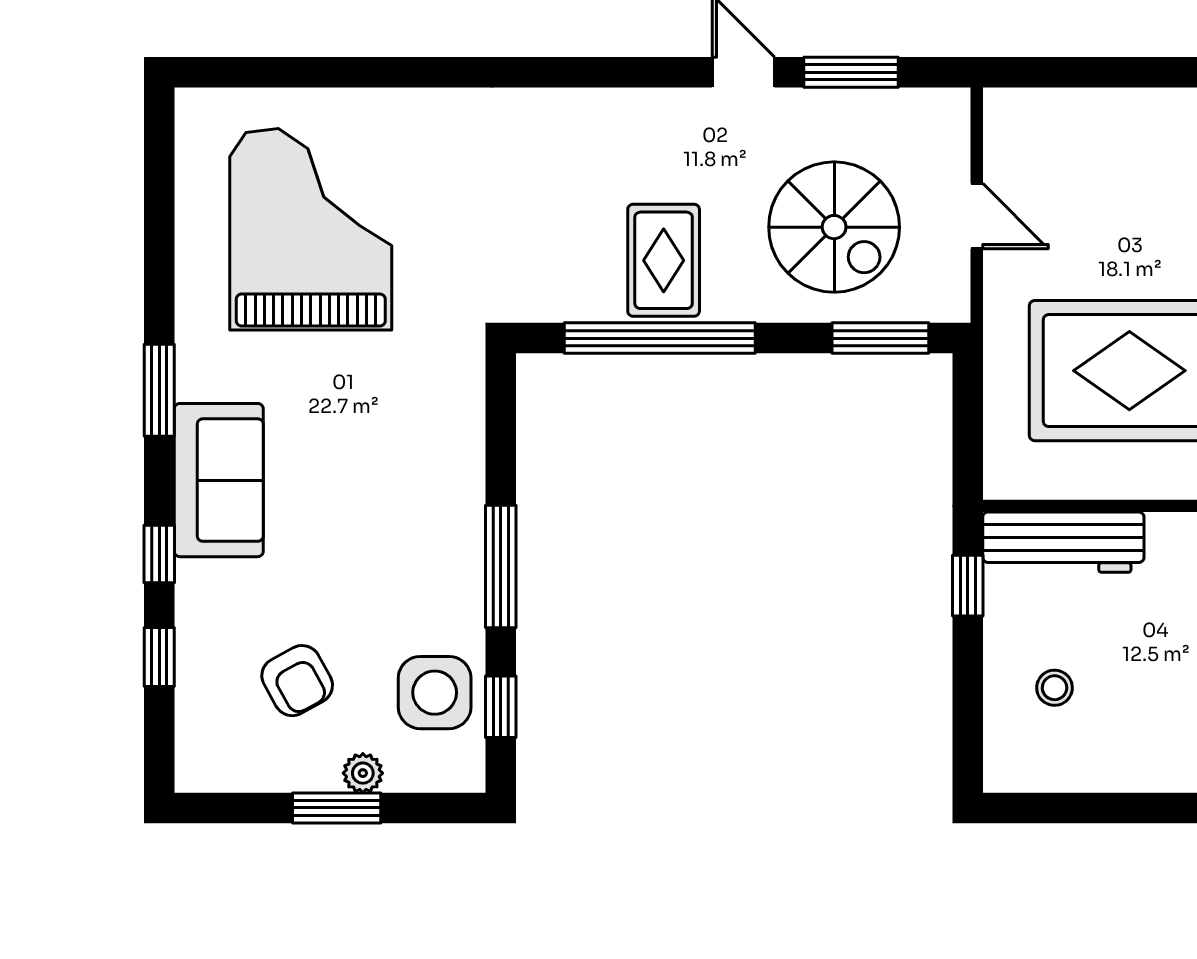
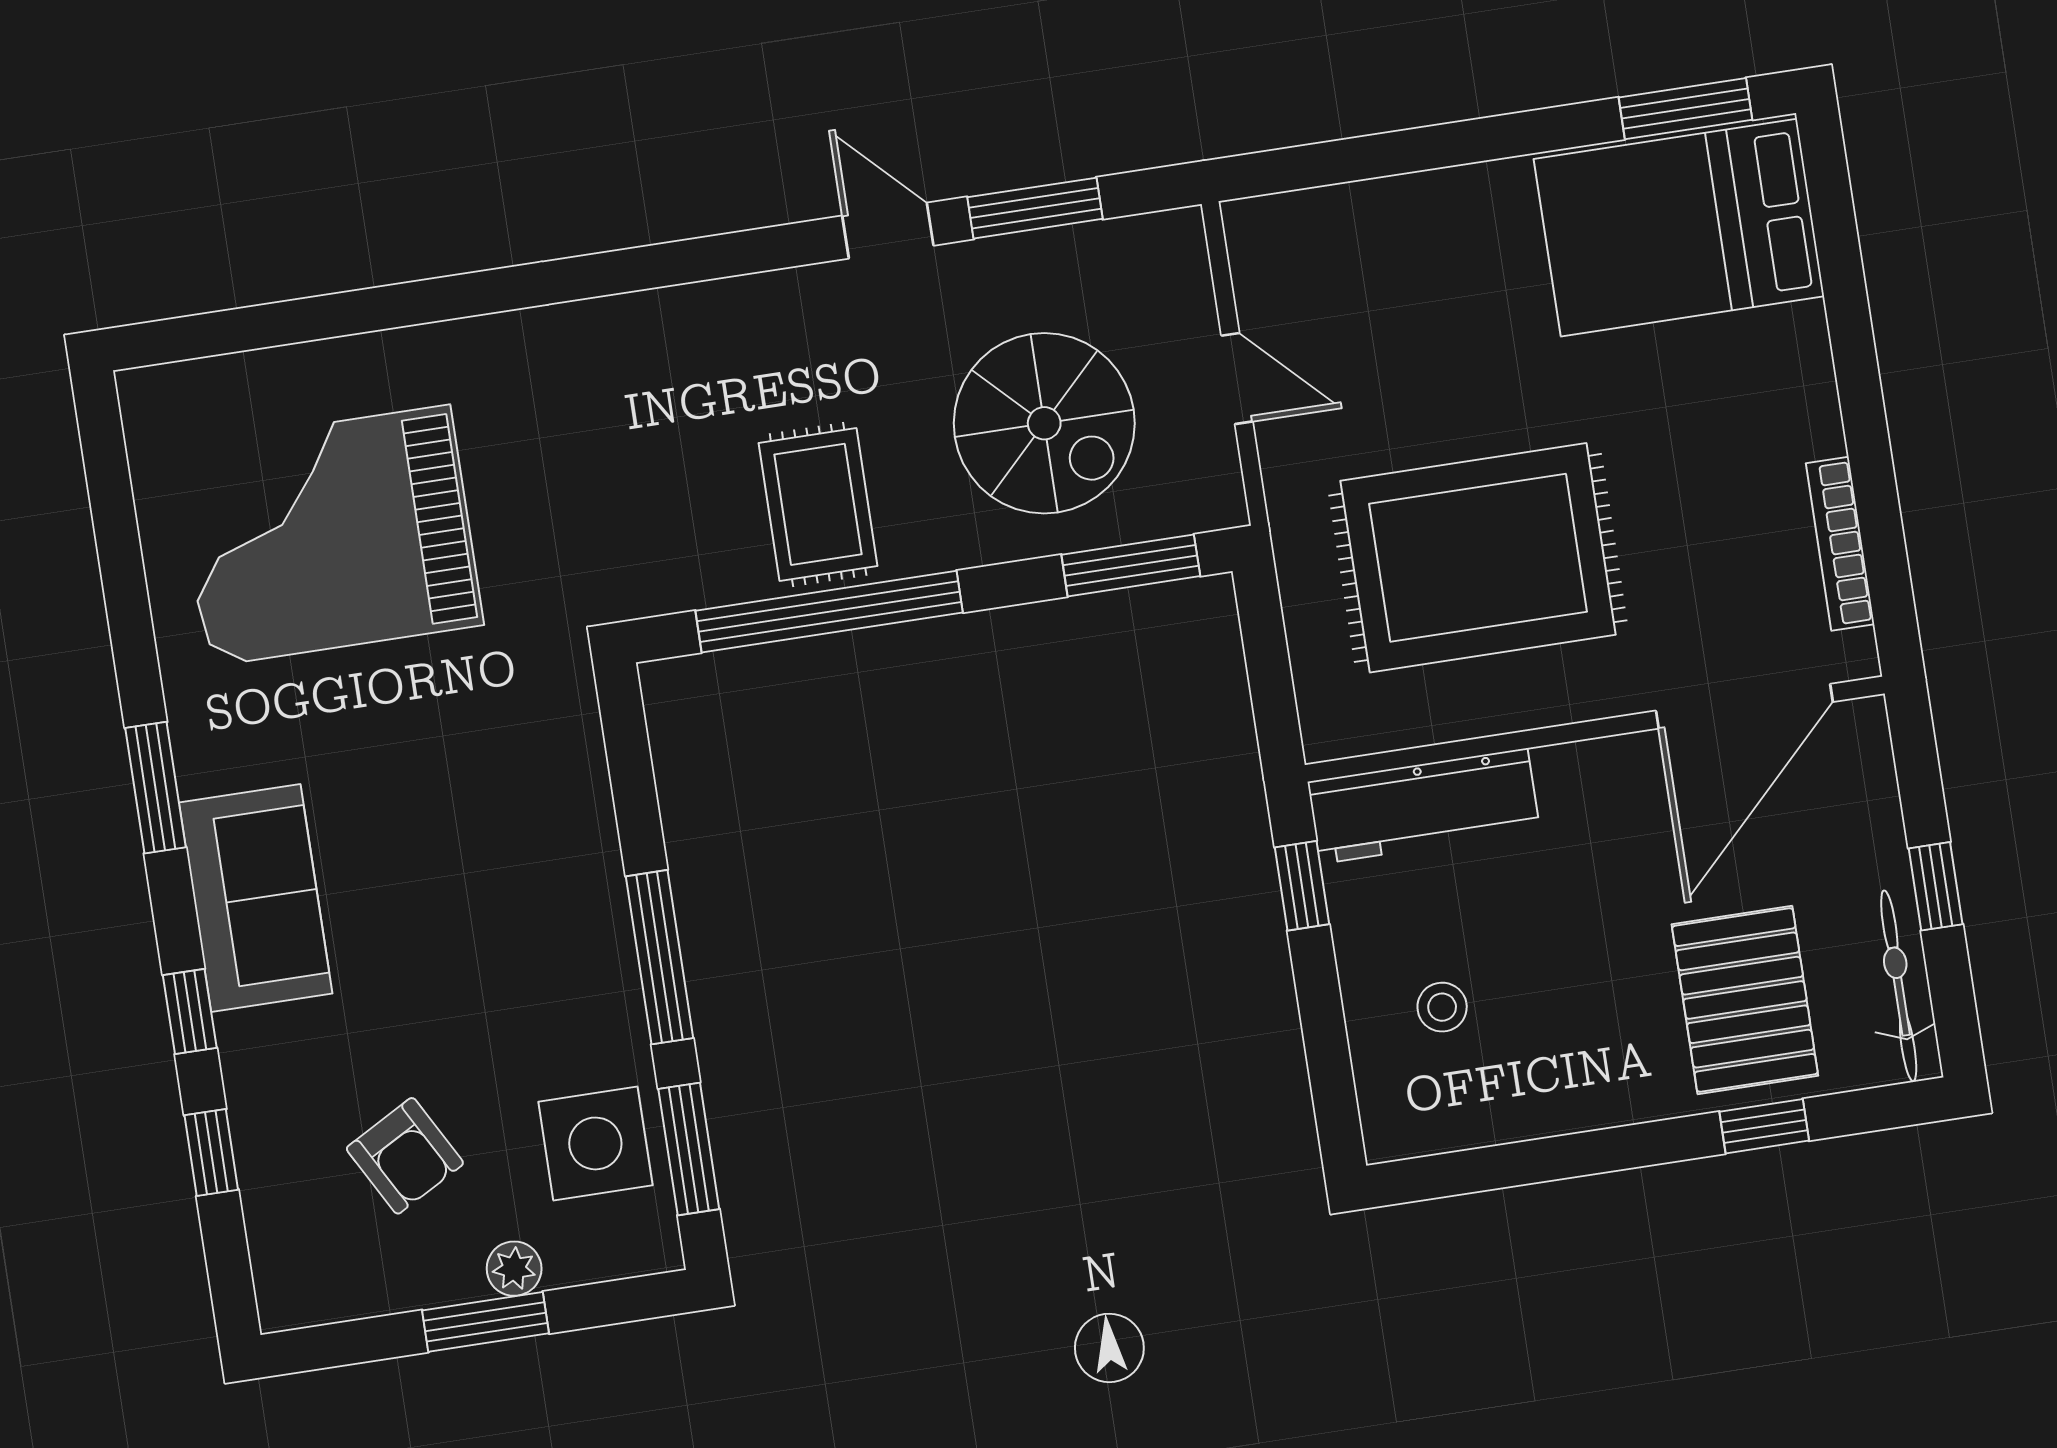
grand piano: (311, 229) -> (329, 536), turned -90
window: (501, 707) -> (689, 1149), width x1.50

